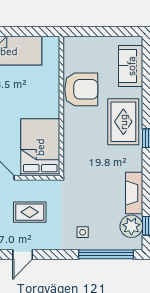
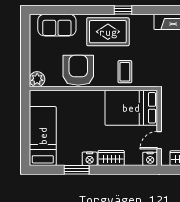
plant: (72, 44) -> (37, 79), added
coffee table: (80, 140) -> (125, 72), added

